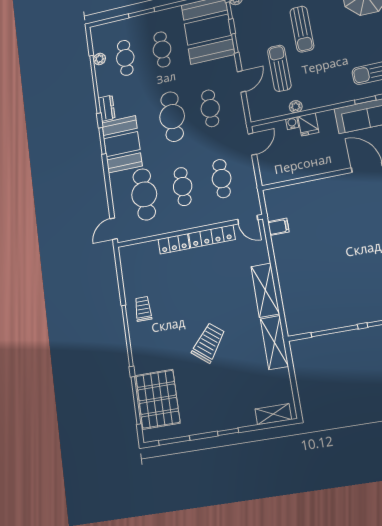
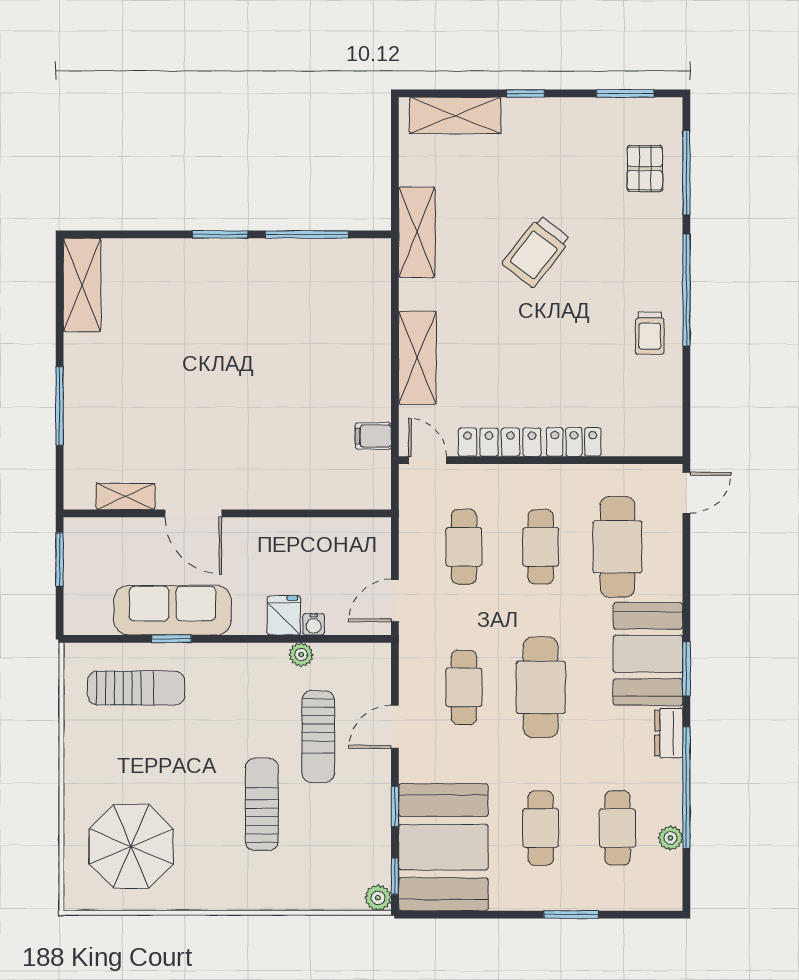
shelving: (265, 290) -> (417, 358), moved
pallet: (158, 399) -> (645, 168), width x0.49, depth x0.50
shelving: (273, 414) -> (455, 115), width x1.50, depth x1.33

